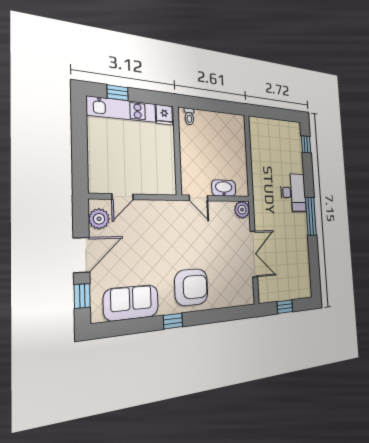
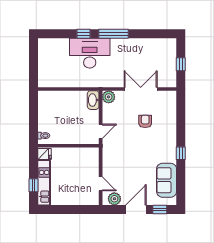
window: (306, 144) -> (83, 34), moved
washbasin: (224, 188) -> (93, 100), moved
desk: (293, 193) -> (90, 53), width x1.36, depth x1.30
door: (81, 255) -> (136, 210), hinge flipped
armchair: (191, 287) -> (145, 121), moved, width x0.53, depth x0.53

